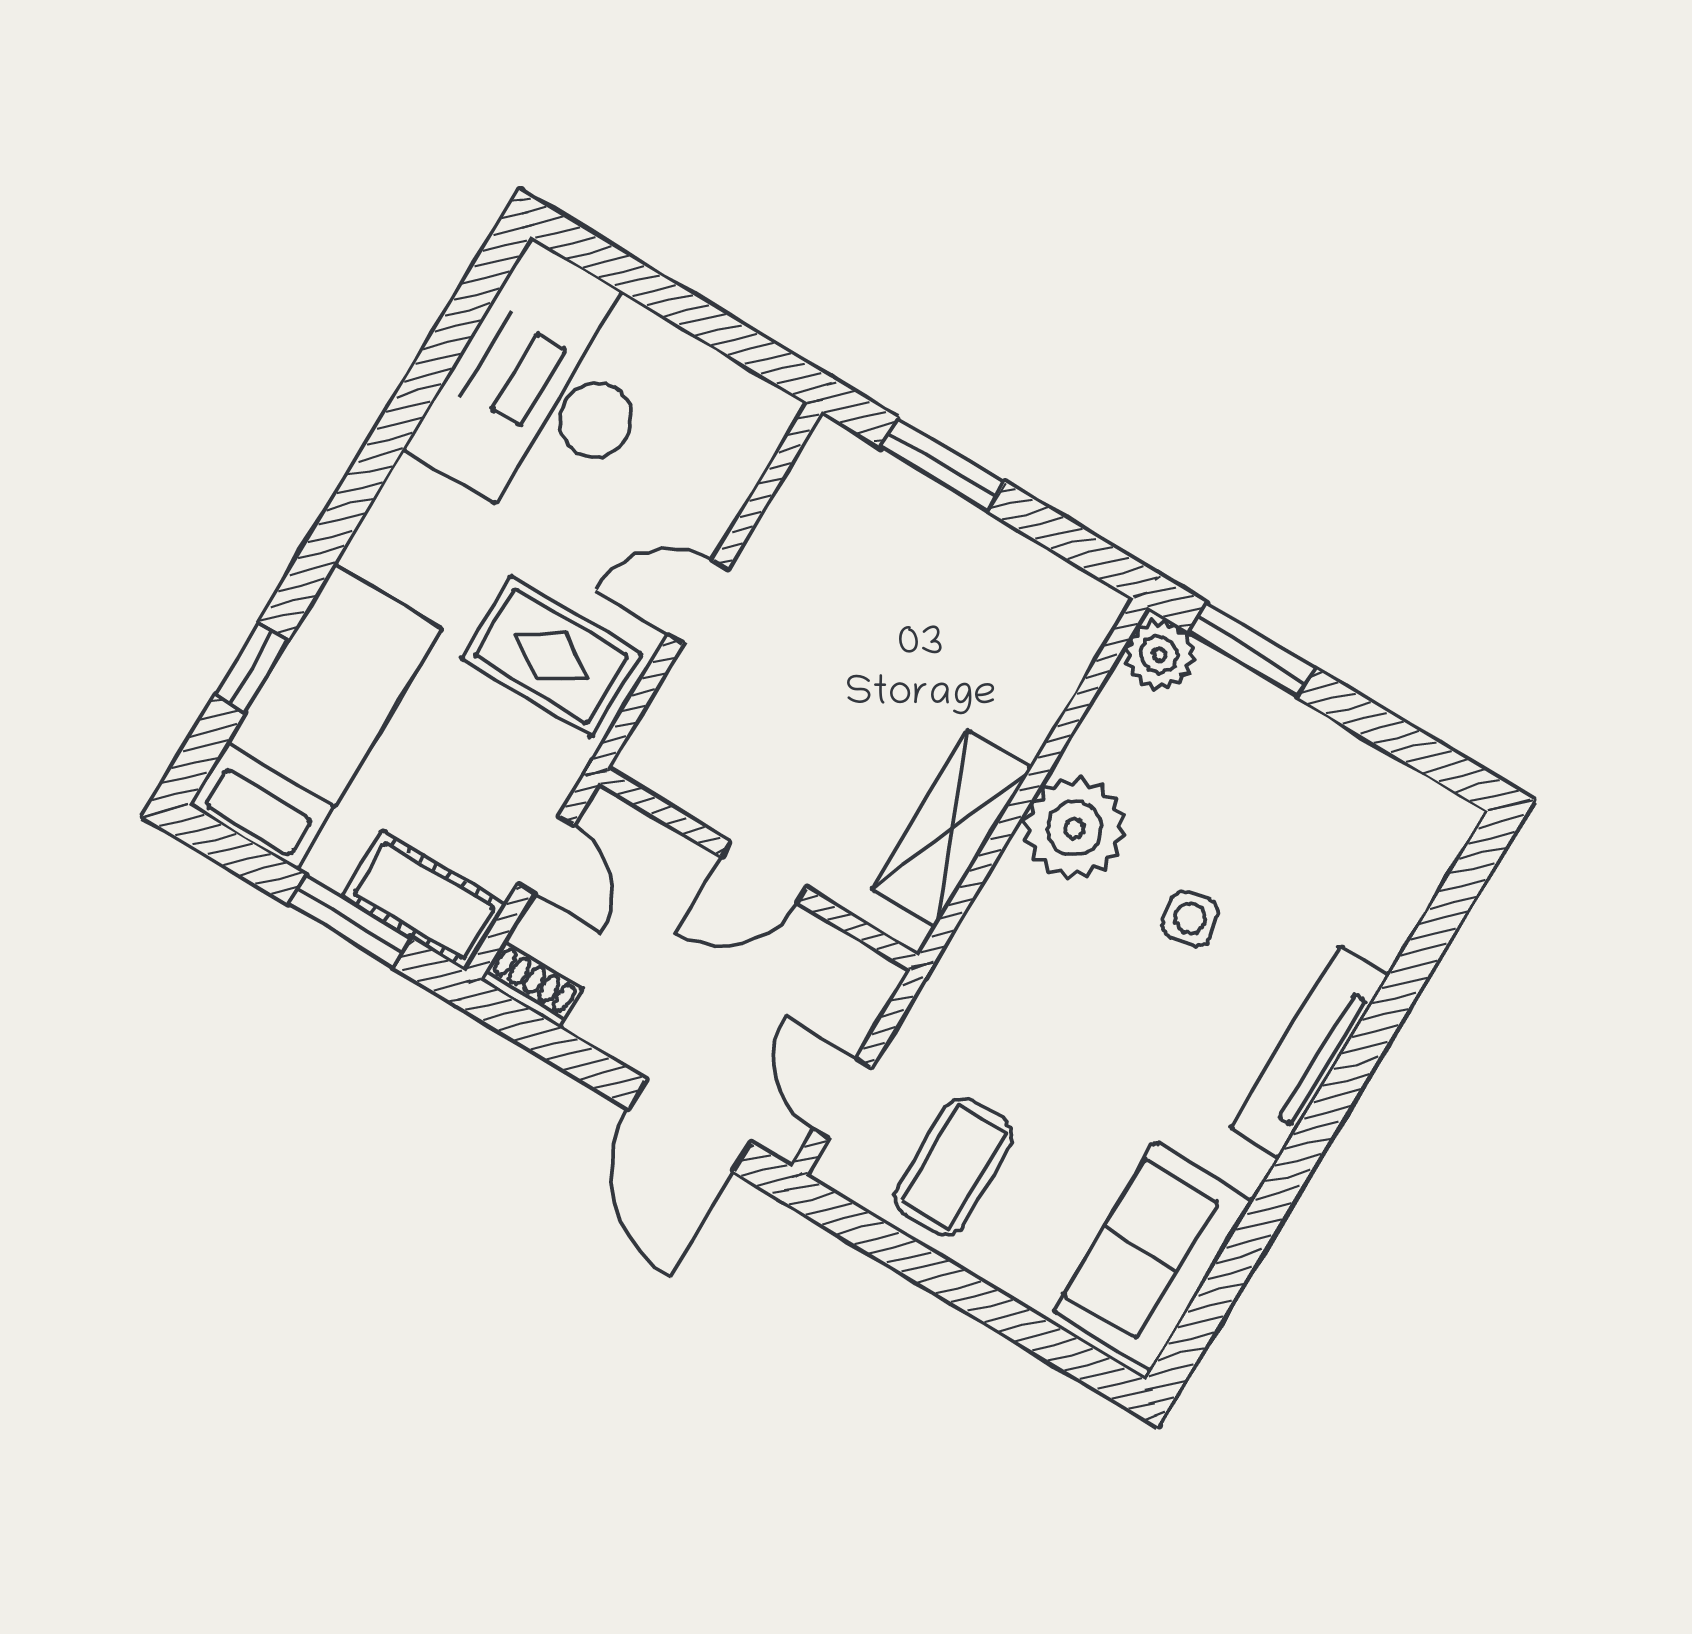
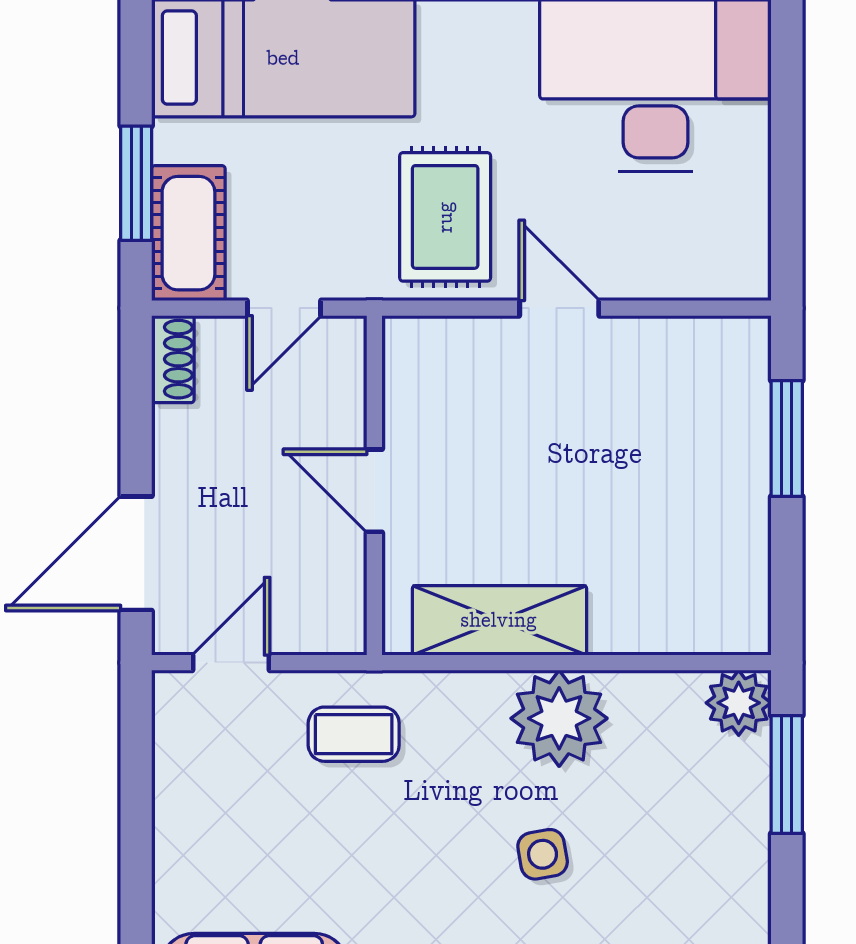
coffee table: (954, 1167) -> (354, 734), moved, width x0.73, depth x0.77

